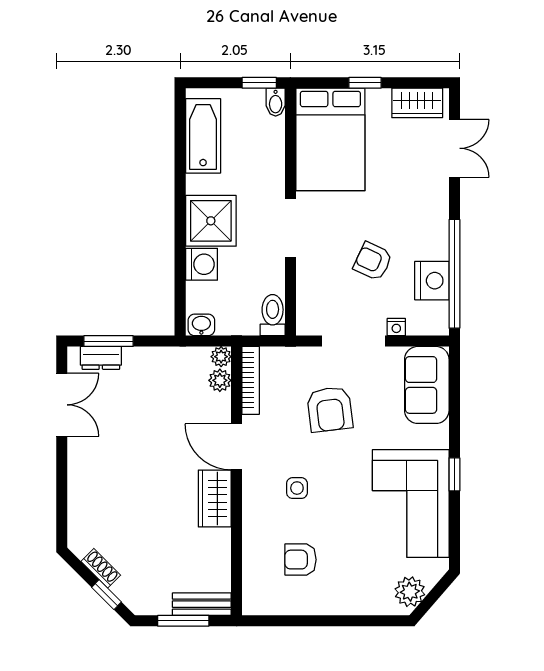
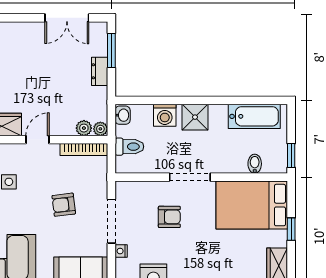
bidet: (276, 102) -> (255, 164), moved, turned 90
shower: (211, 221) -> (195, 117), width x0.73, depth x0.73
armchair: (373, 261) -> (169, 217), moved, turned 65
toilet: (273, 315) -> (129, 147), moved
dresser: (101, 358) -> (100, 71), moved
armchair: (330, 409) -> (64, 205), width x0.72, depth x0.72
door: (237, 447) -> (37, 140), width x0.73

